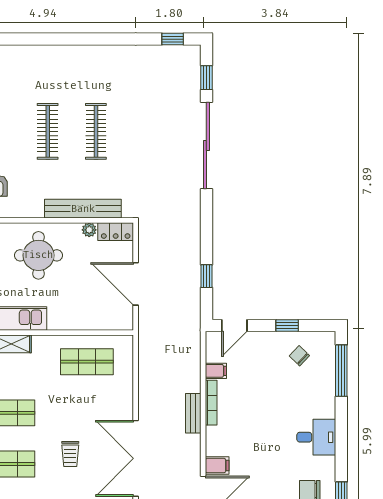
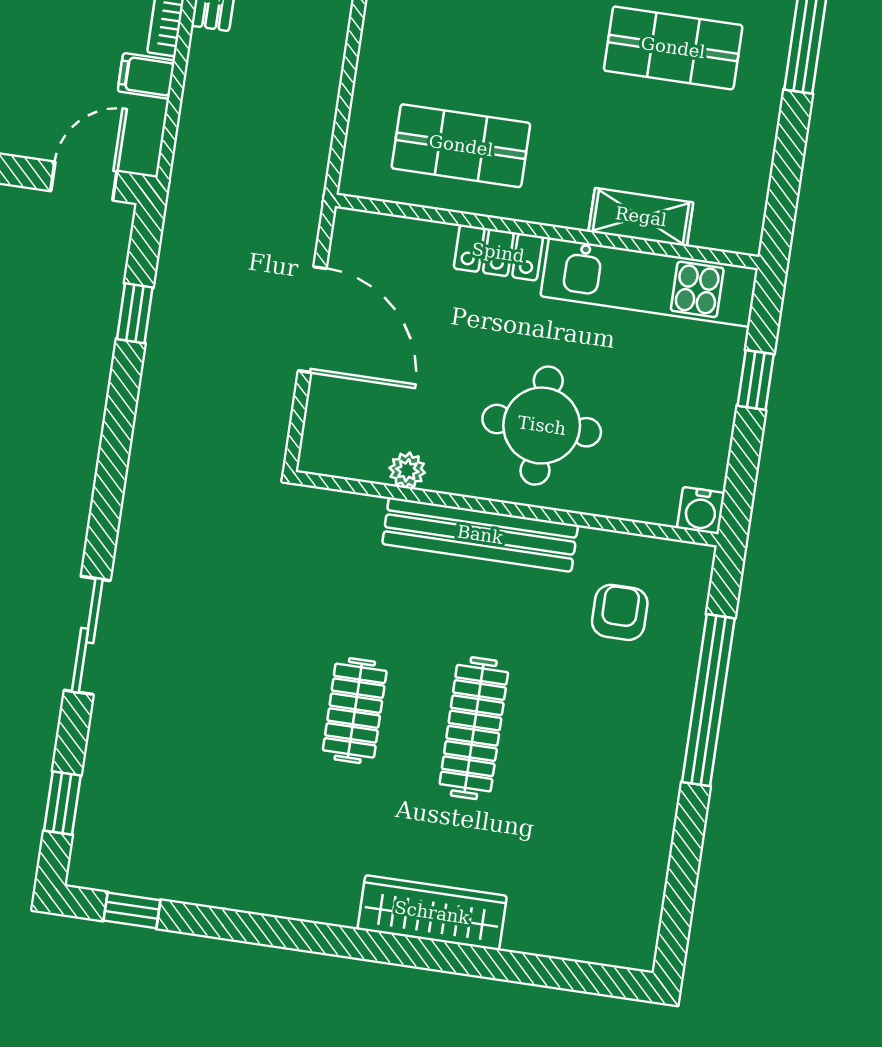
wardrobe: (53, 56) -> (432, 913), added
clothes rail: (96, 131) -> (355, 711), width x0.73
sliding door: (206, 146) -> (87, 635), width x0.54
bench: (83, 209) -> (480, 535), moved
locker: (116, 232) -> (498, 253), moved, turned 180

